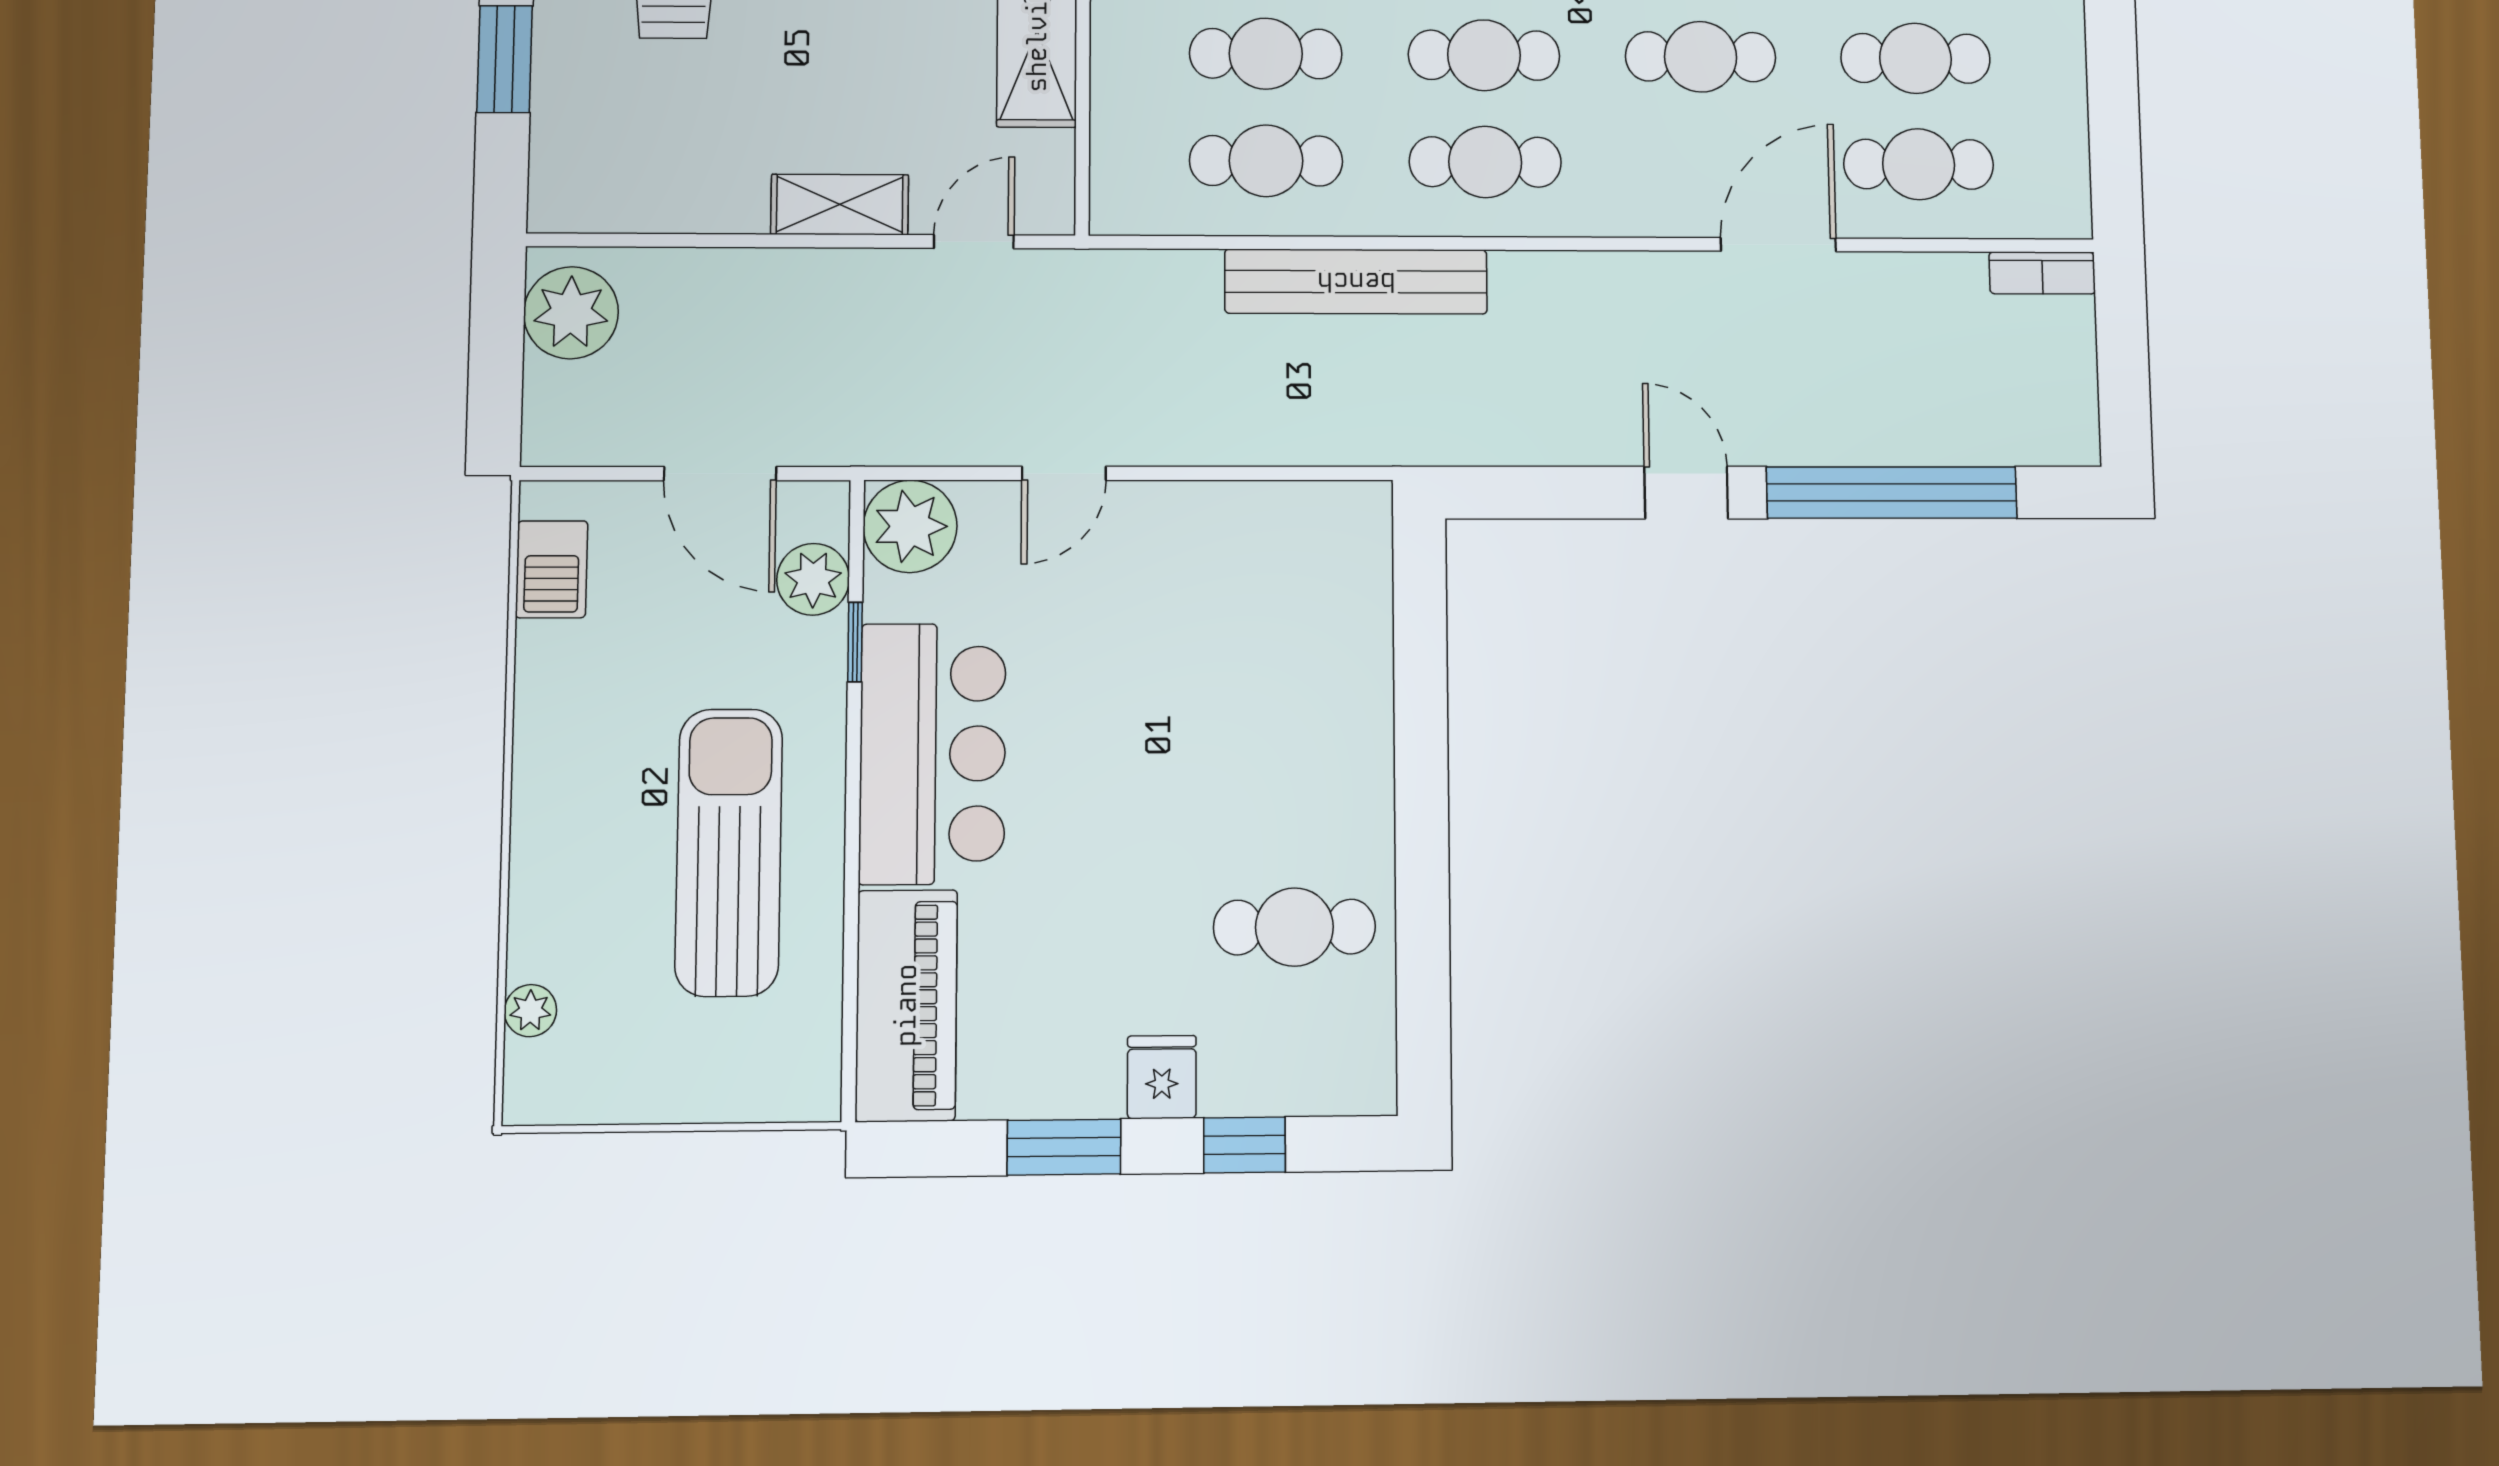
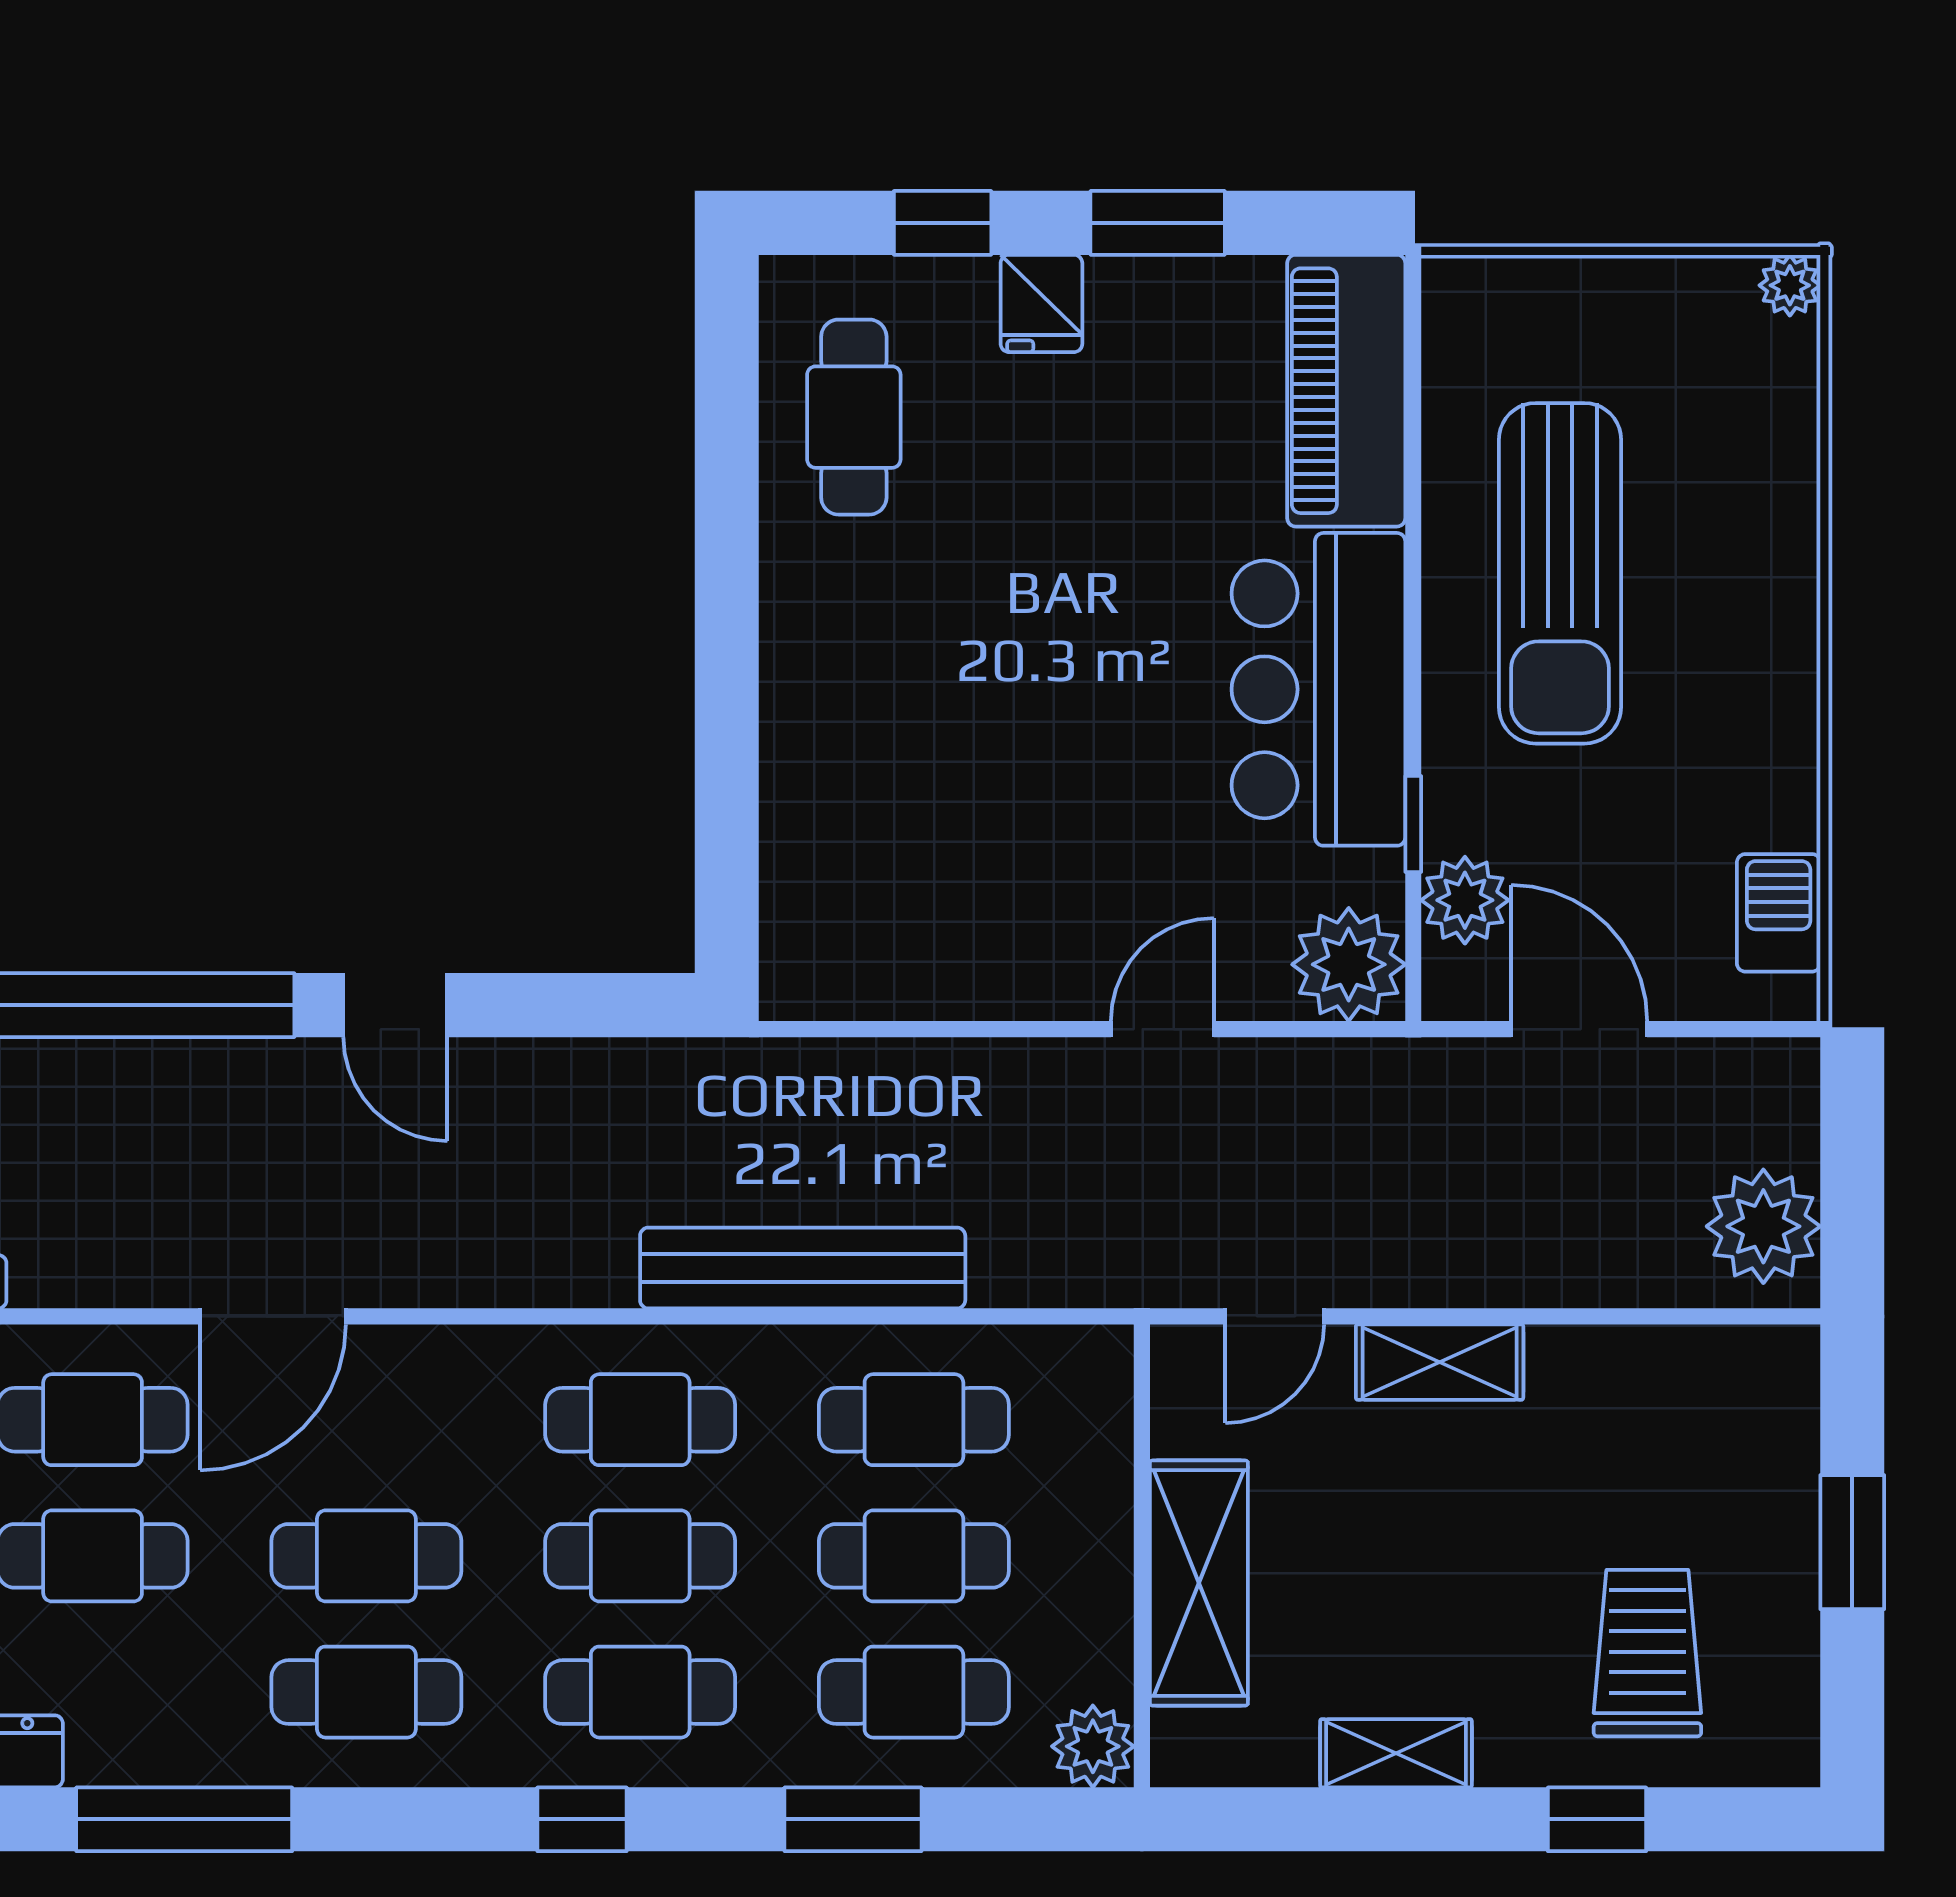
cafe table: (1294, 927) -> (854, 417), moved, turned 90
plant: (530, 1011) -> (1790, 285), moved

